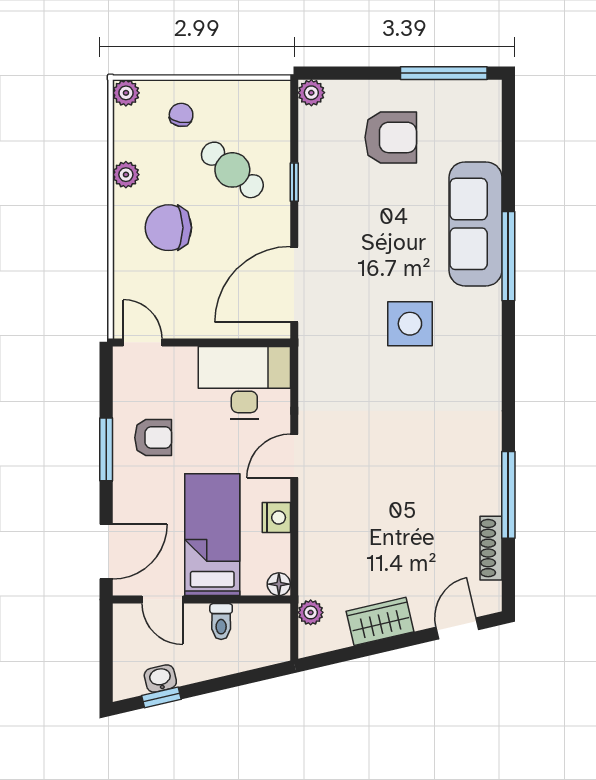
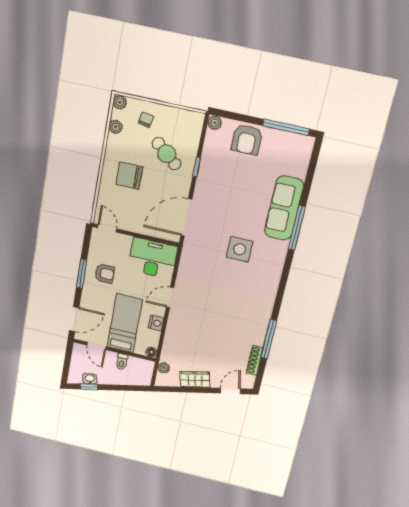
armchair: (391, 137) -> (247, 140), moved, turned 90
plant: (126, 175) -> (116, 127), moved

